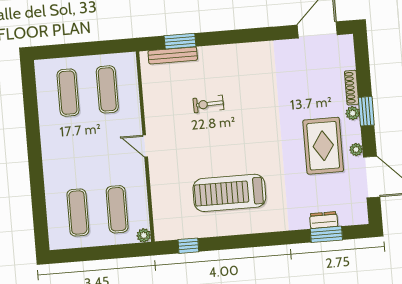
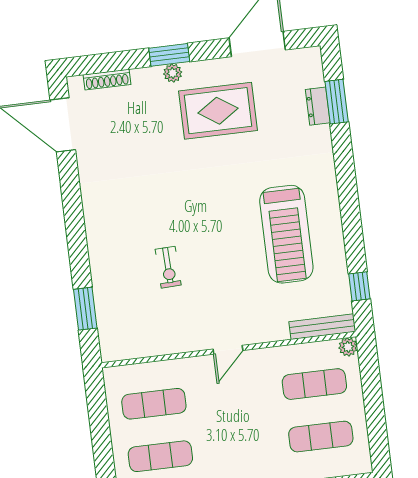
bench: (173, 55) -> (322, 327), moved, turned 90
shoe rack: (352, 88) -> (107, 80), moved
plant: (356, 150) -> (221, 66), removed

